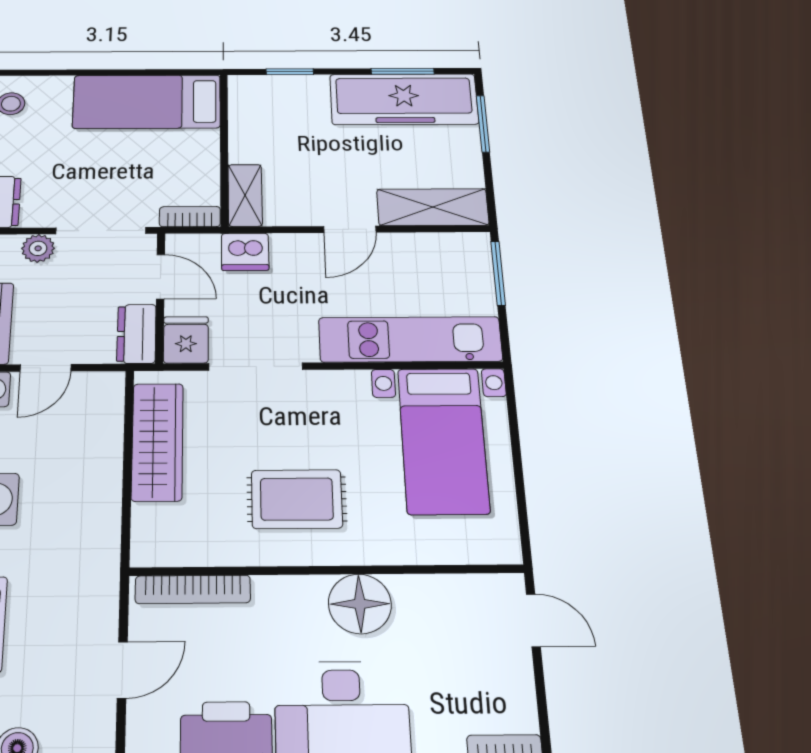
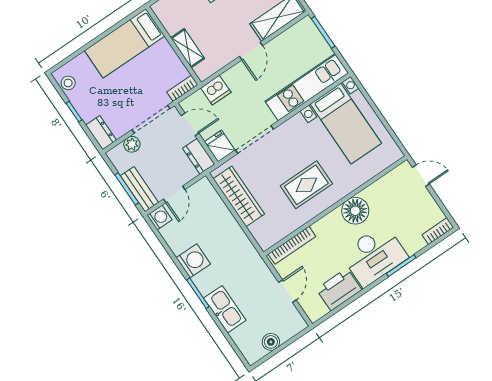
shelving: (245, 195) -> (188, 48), moved

